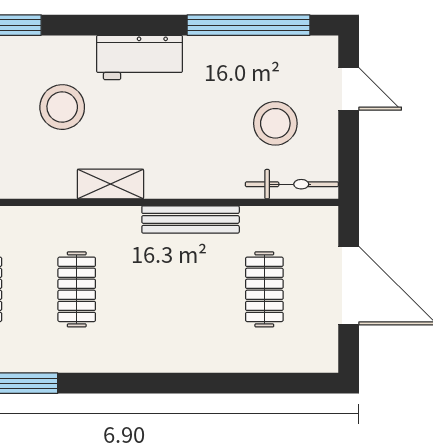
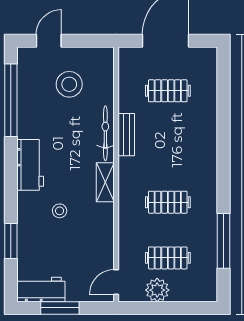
stool: (62, 107) -> (60, 211), width x0.53, depth x0.53
bicycle: (292, 184) -> (105, 133), moved
bench: (191, 219) -> (126, 135), width x0.73

